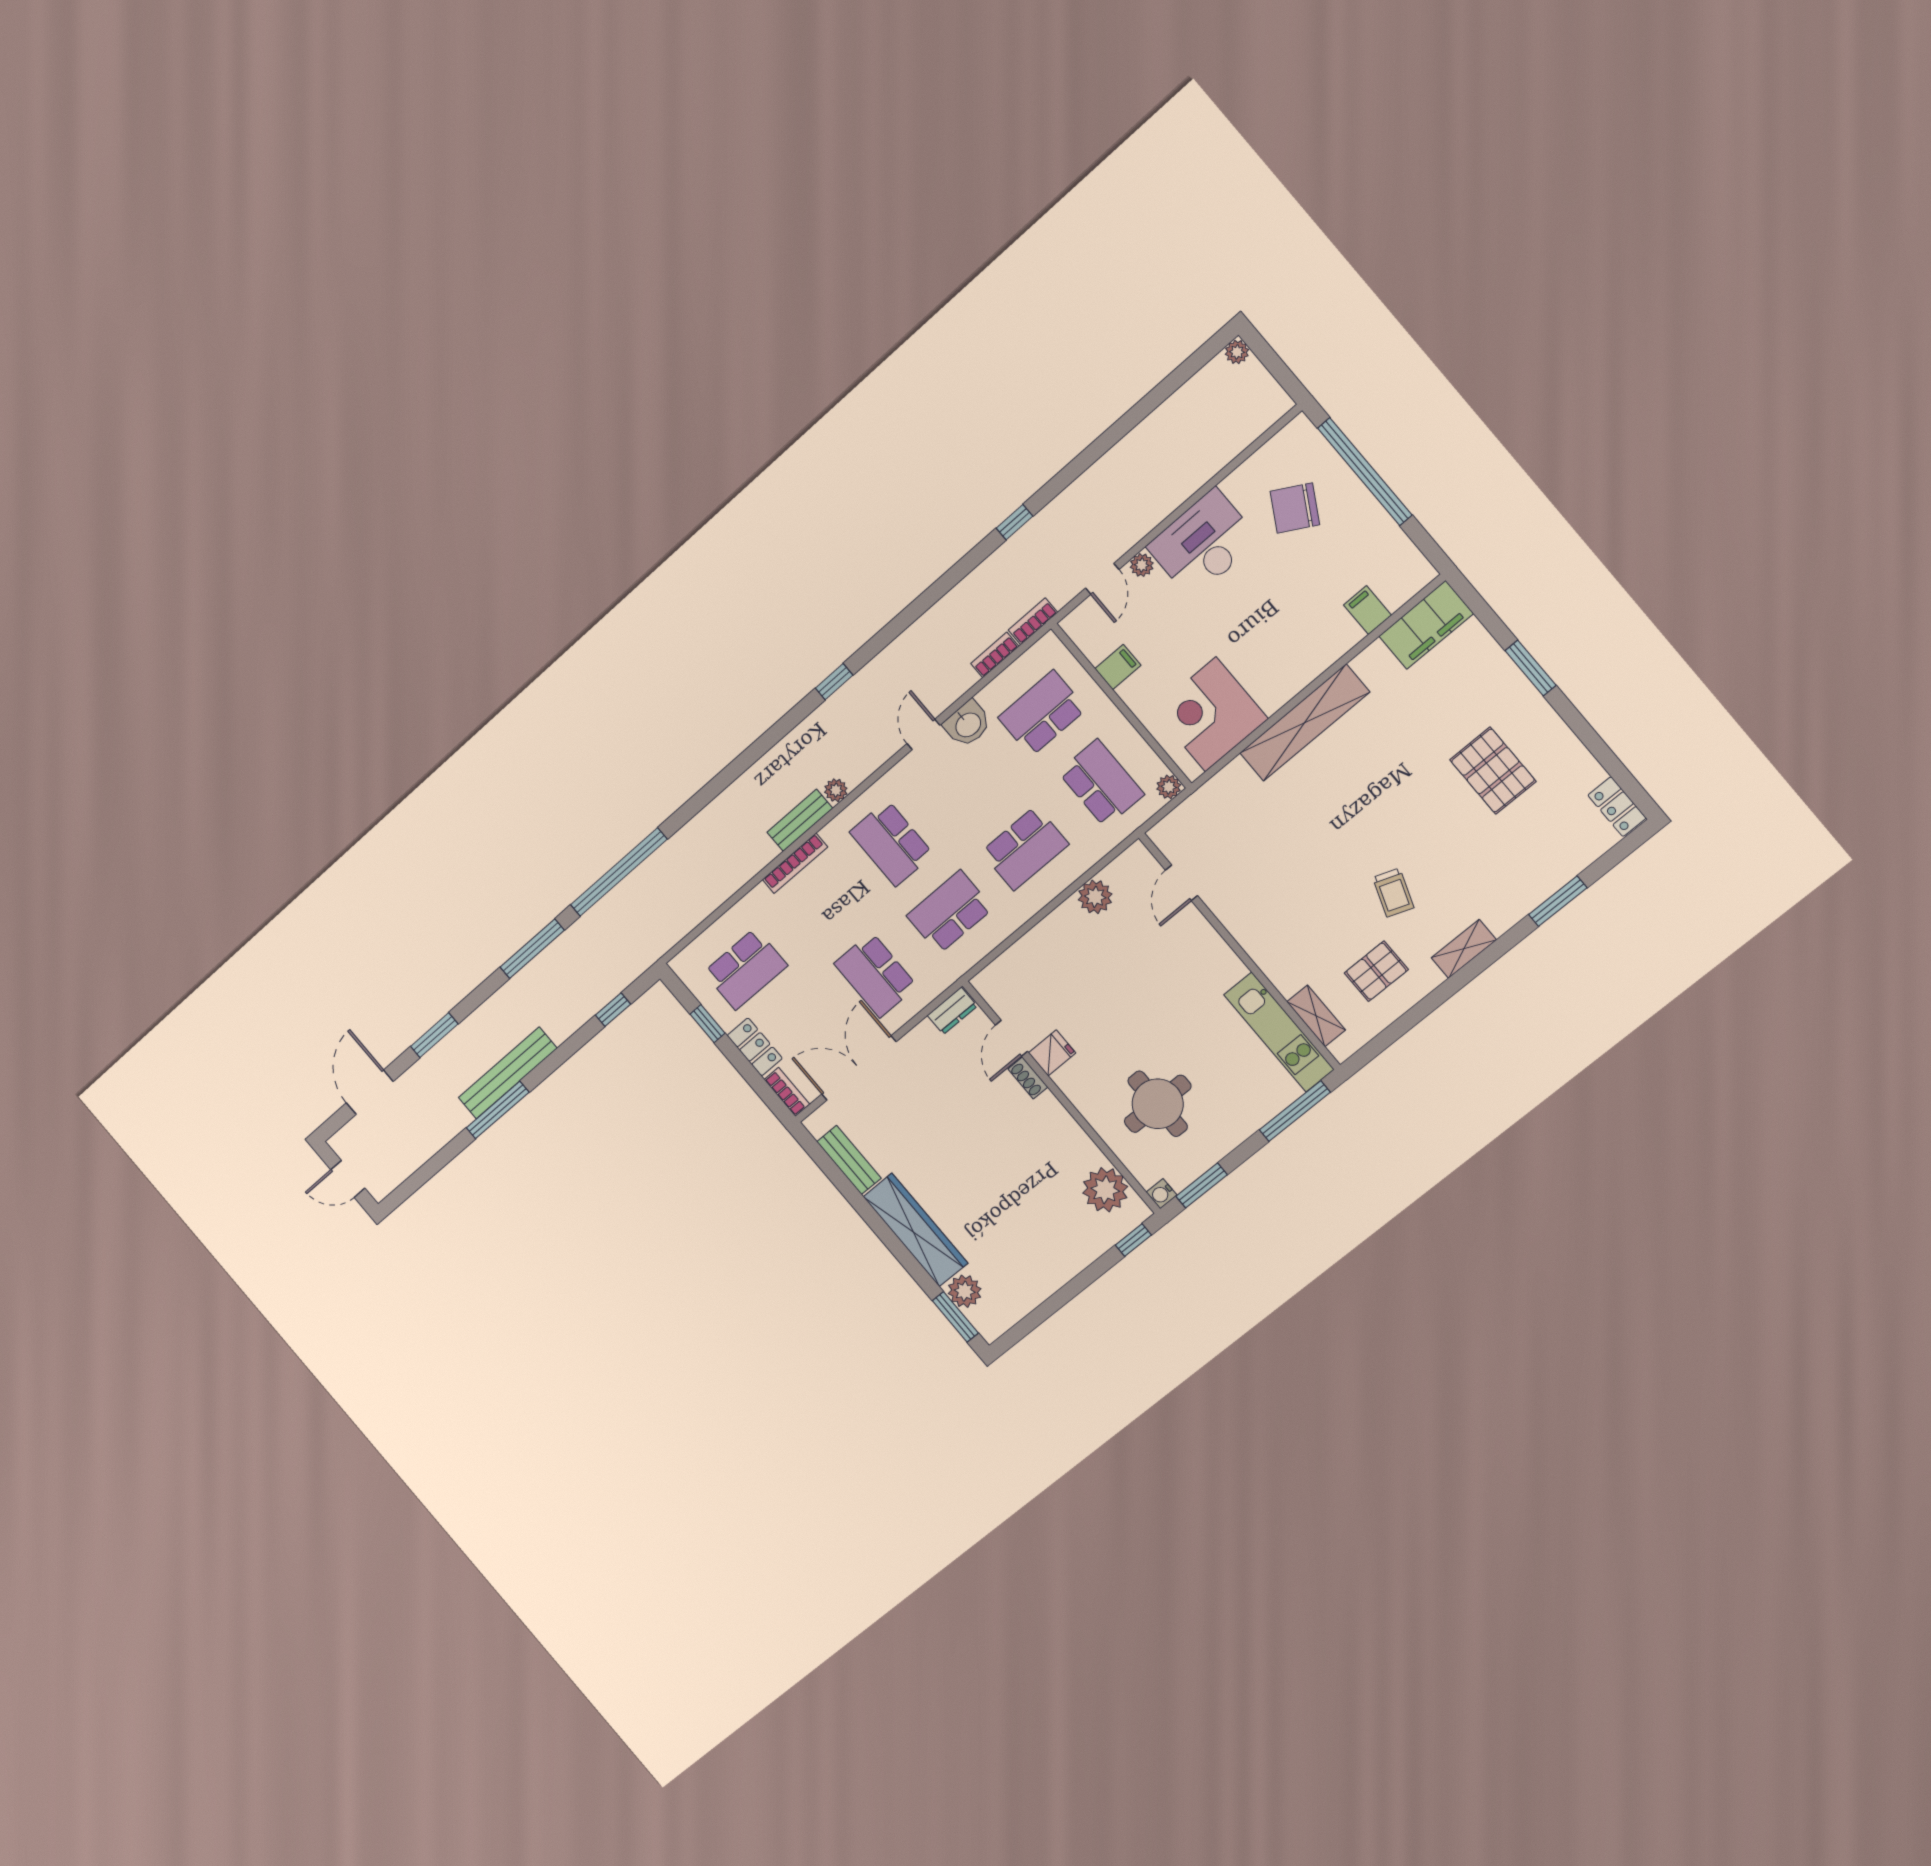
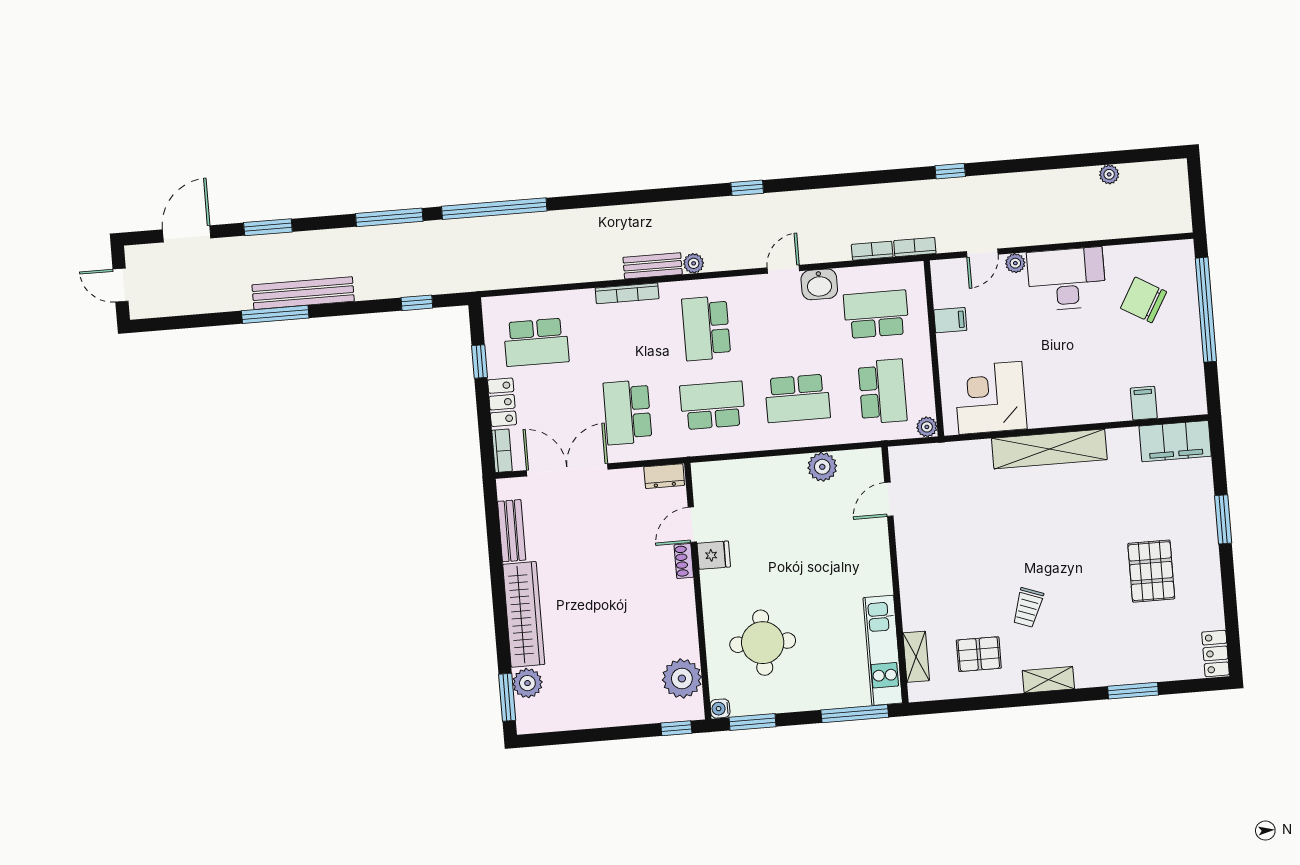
plant: (1237, 352) -> (1109, 174), moved

